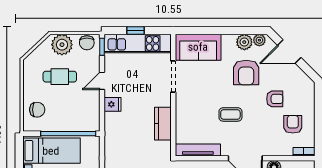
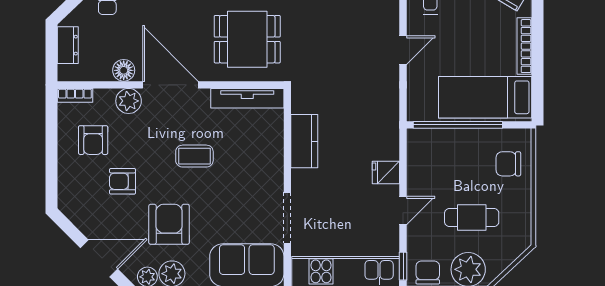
plant: (271, 148) -> (129, 101), added

